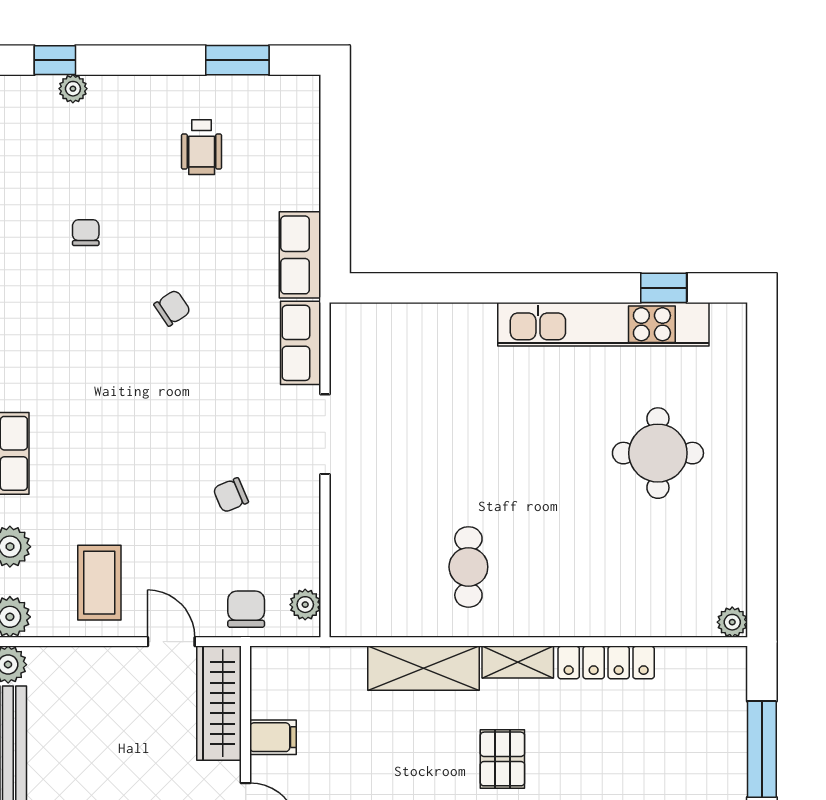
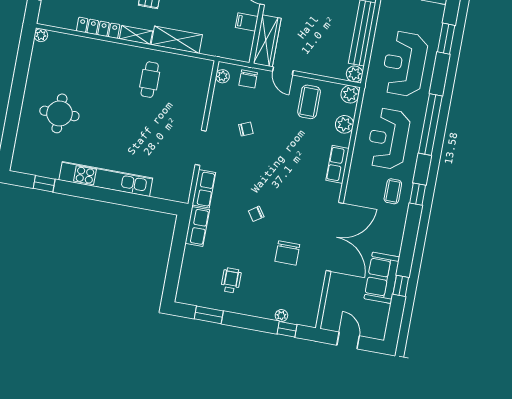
chair: (86, 233) -> (287, 253), width x1.87, depth x1.87
kitchen unit: (603, 324) -> (106, 179), moved

